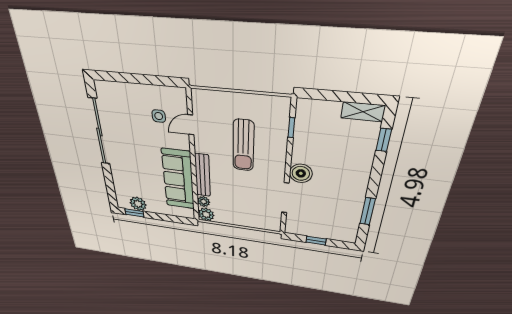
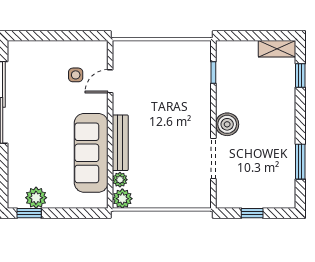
sun lounger: (243, 145) -> (166, 99), removed

